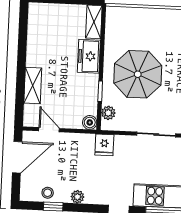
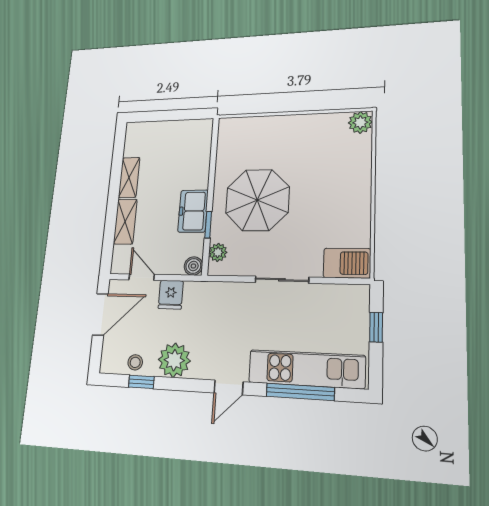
shelving: (94, 22) -> (129, 177), moved
freezer: (89, 56) -> (193, 211), moved
fridge: (104, 145) -> (171, 295), moved
plant: (77, 197) -> (174, 360), width x1.88, depth x1.88

